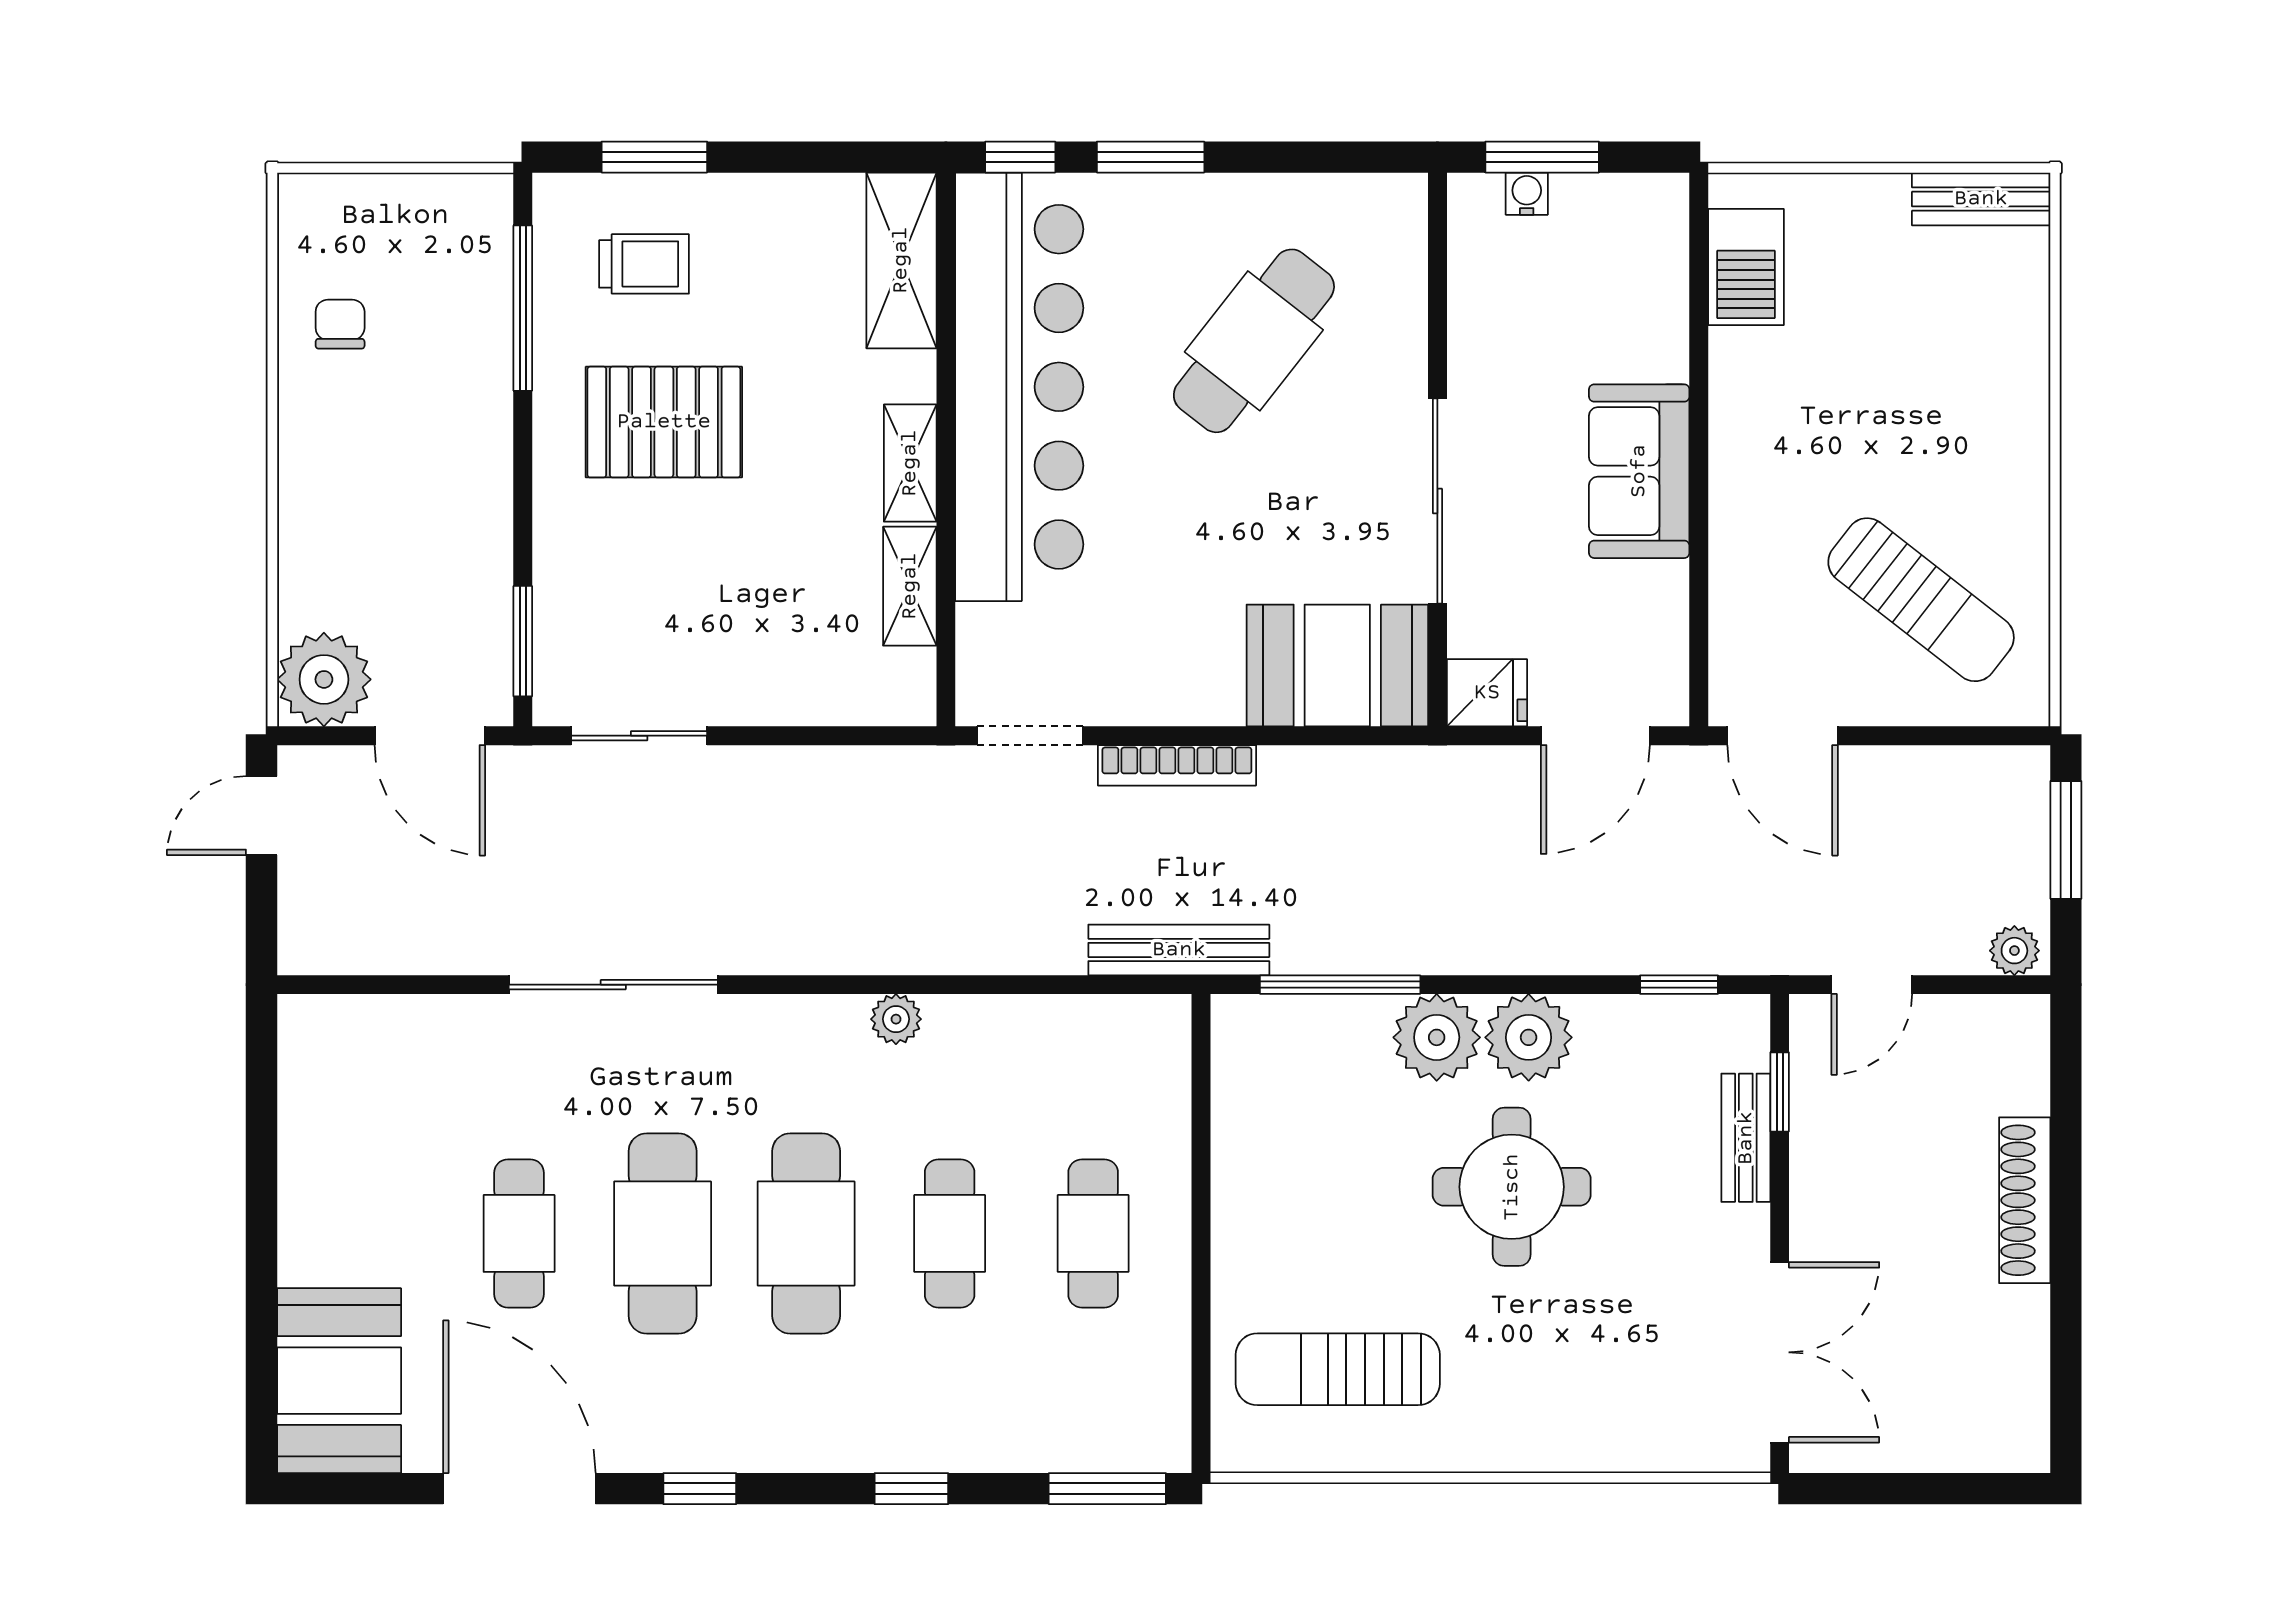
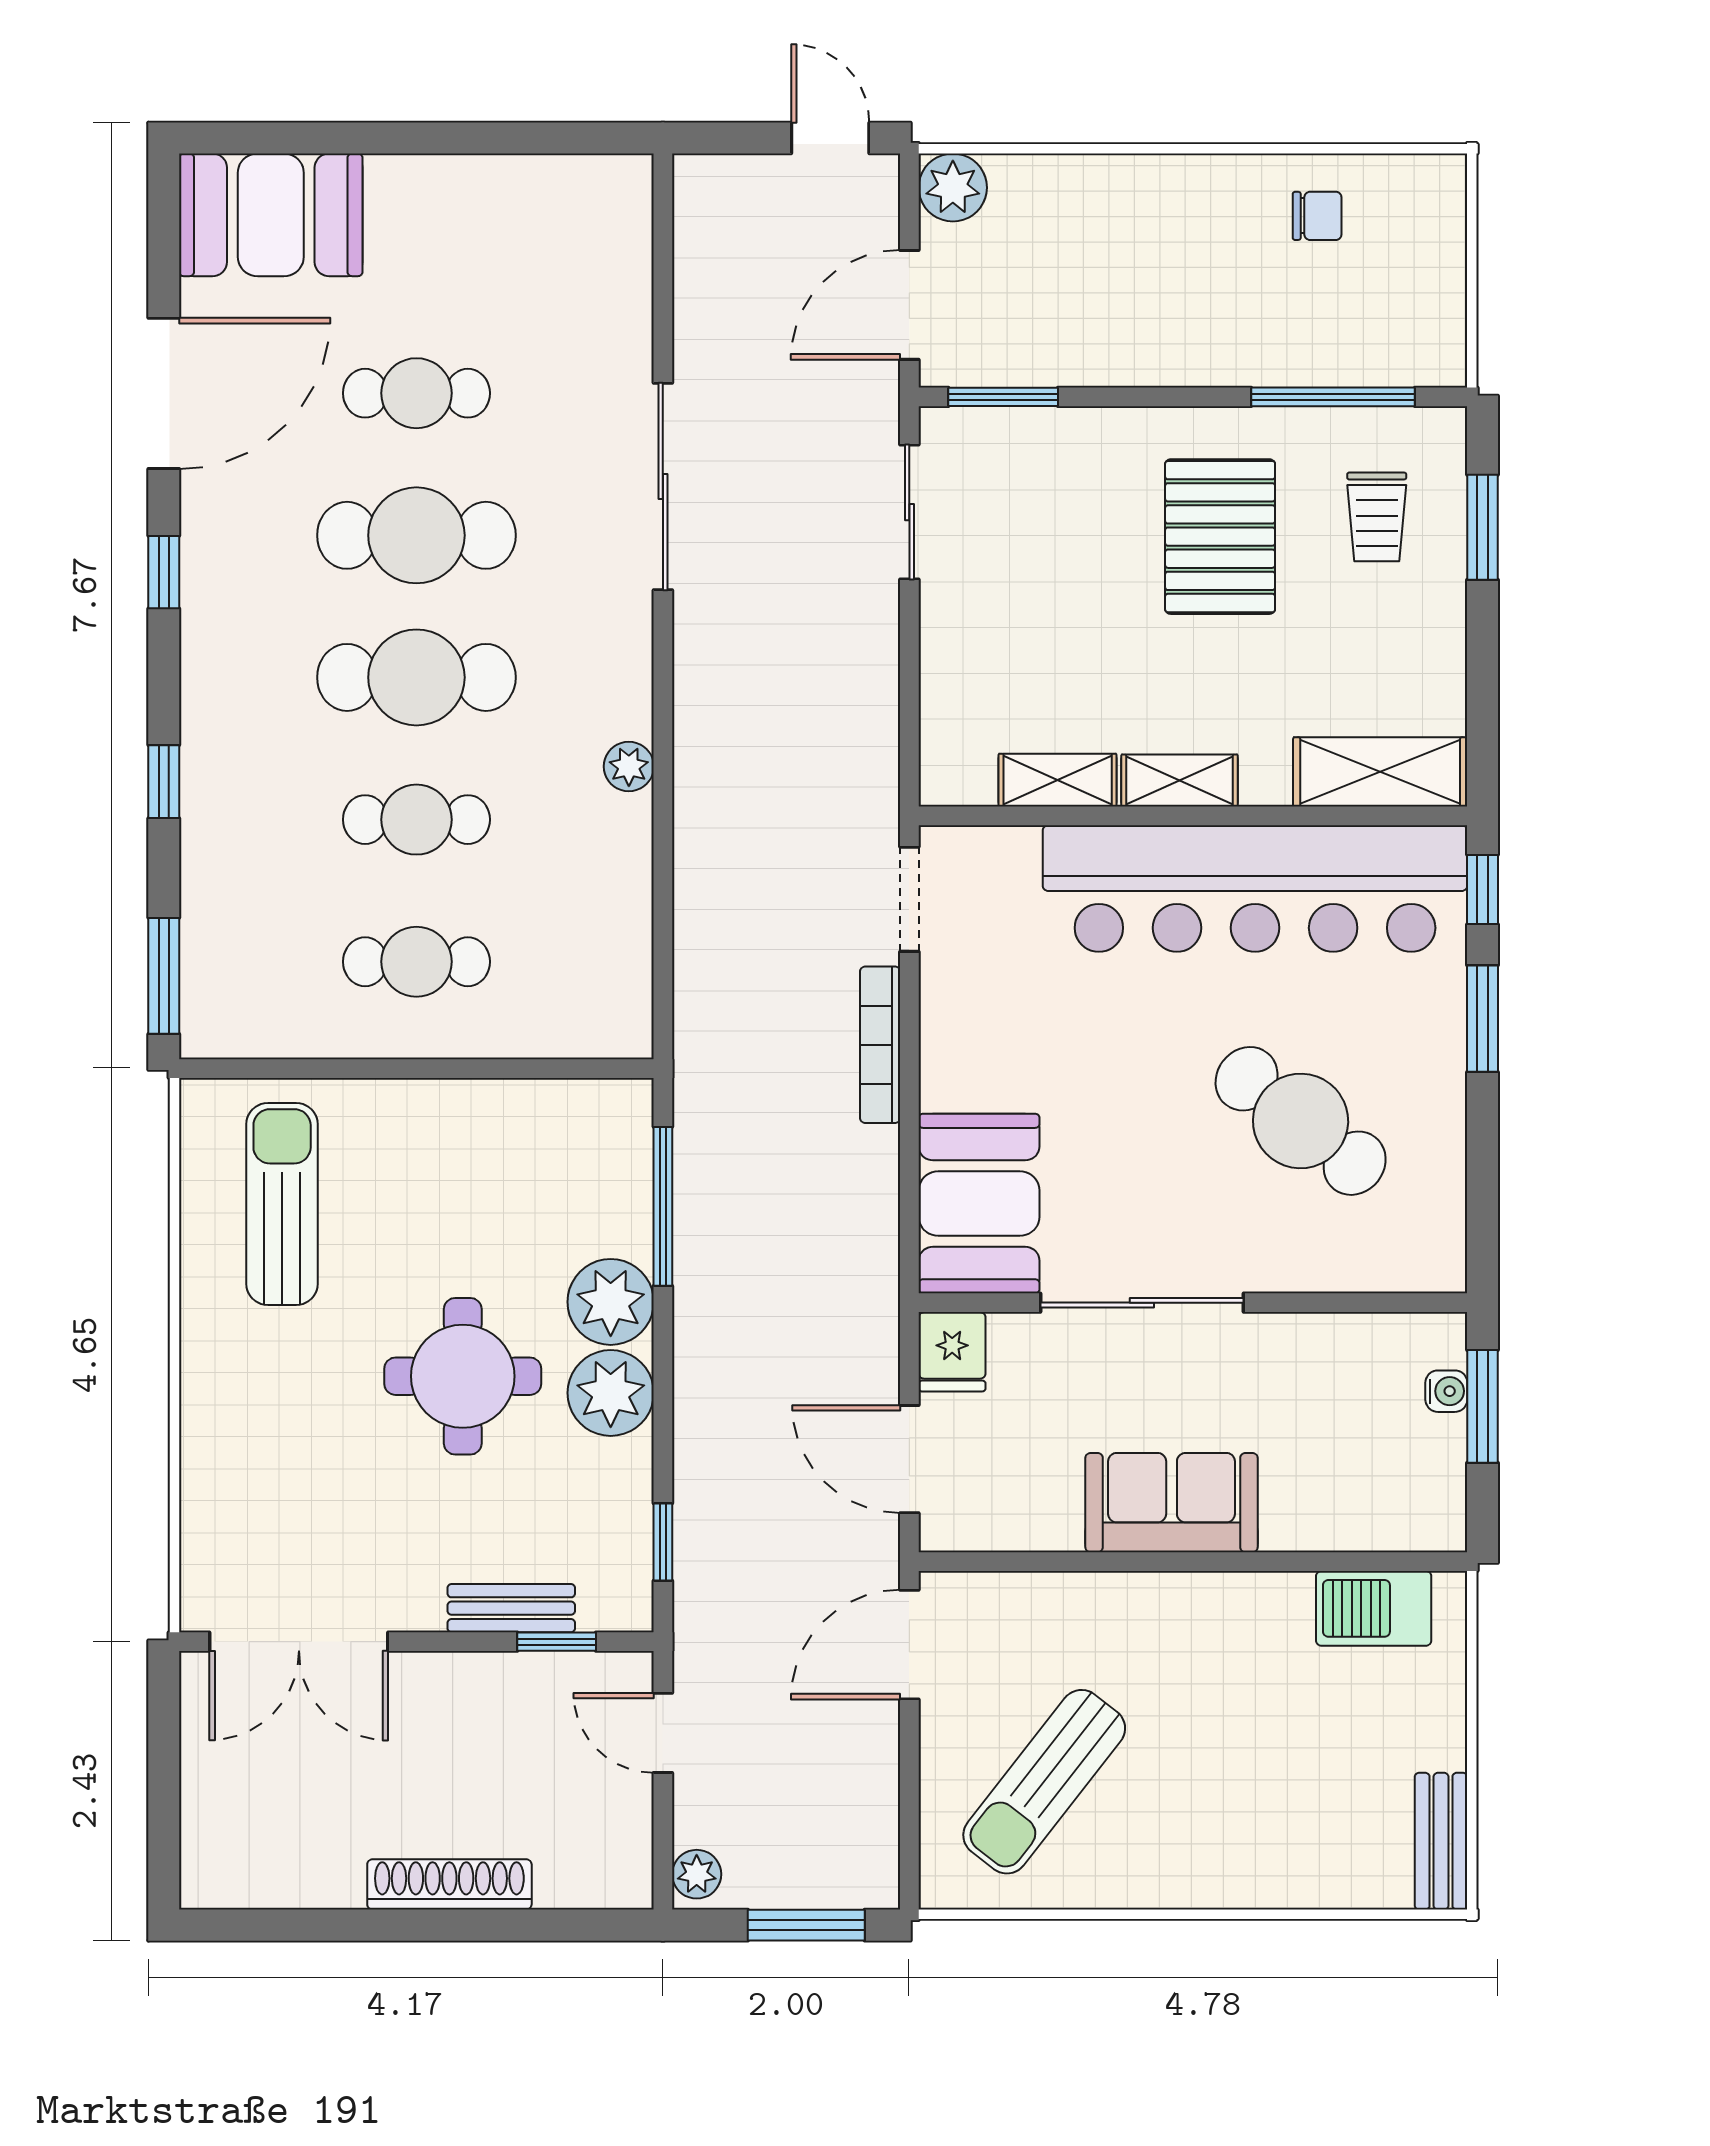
plant: (324, 679) -> (953, 188), width x0.73, depth x0.73
bench: (1179, 950) -> (697, 1047), removed

